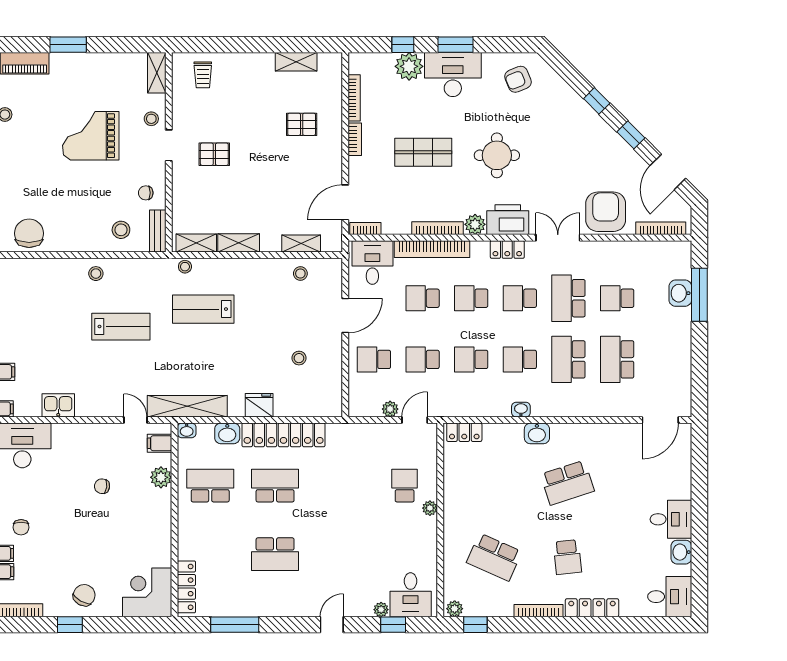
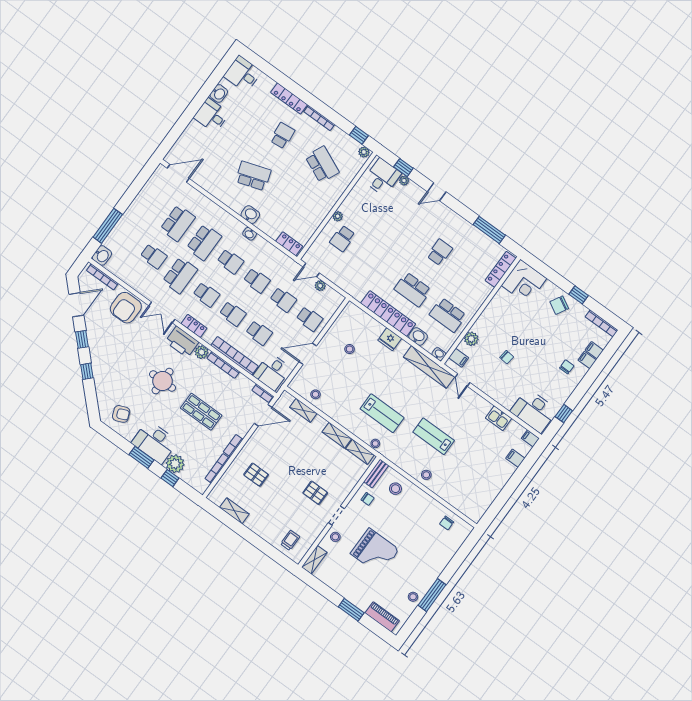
chair: (29, 233) -> (447, 523), width x0.54, depth x0.54
washbasin: (680, 293) -> (102, 255), moved
school desk: (275, 554) -> (440, 252), width x0.54

